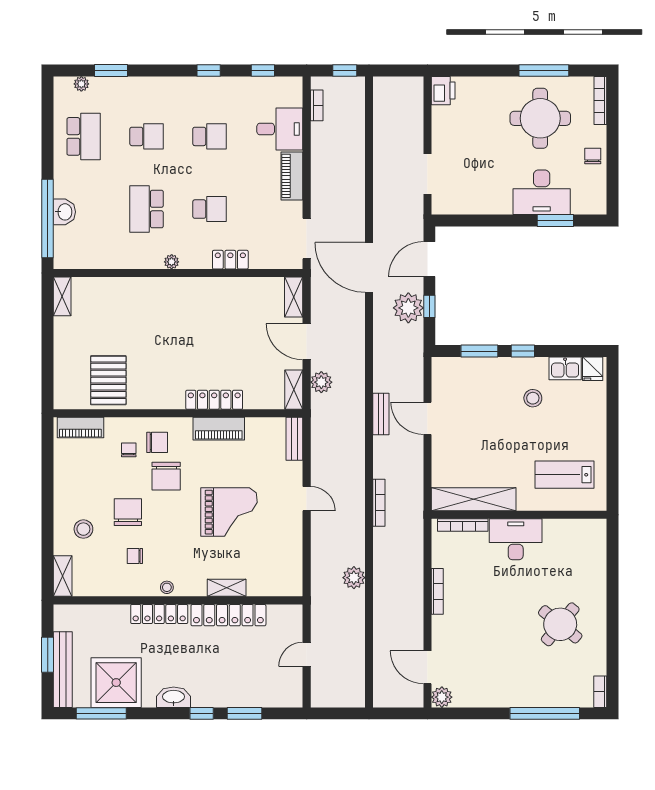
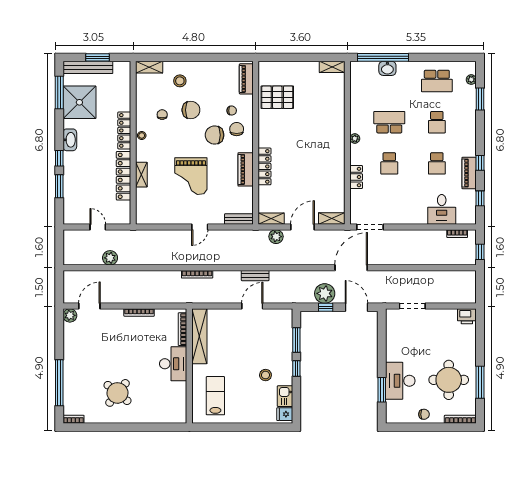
piano: (292, 176) -> (469, 173), moved, turned -90
chair: (157, 442) -> (237, 129), turned 180
plant: (354, 578) -> (110, 258), moved

